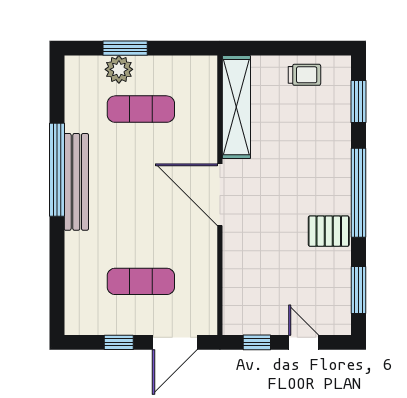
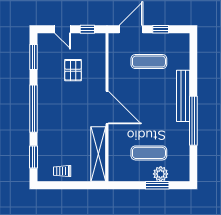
bench: (76, 182) -> (183, 96), moved
pallet: (329, 231) -> (73, 70), moved, turned 90

